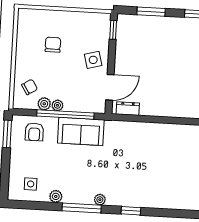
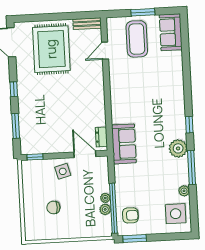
chair: (30, 87) -> (92, 224), removed
window: (65, 114) -> (113, 208), moved
sofa: (81, 131) -> (124, 144), moved
side table: (31, 184) -> (176, 214), width x1.87, depth x1.87
plant: (100, 200) -> (178, 148), width x1.88, depth x1.88

